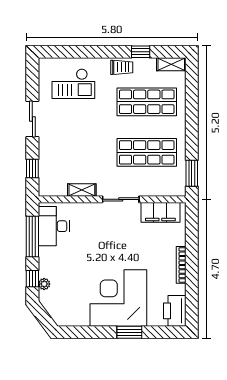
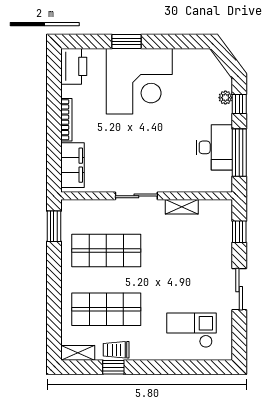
trolley: (122, 67) -> (116, 350), moved
filing cabinet: (160, 212) -> (73, 165), moved, turned 90
desk: (54, 226) -> (214, 147), moved

